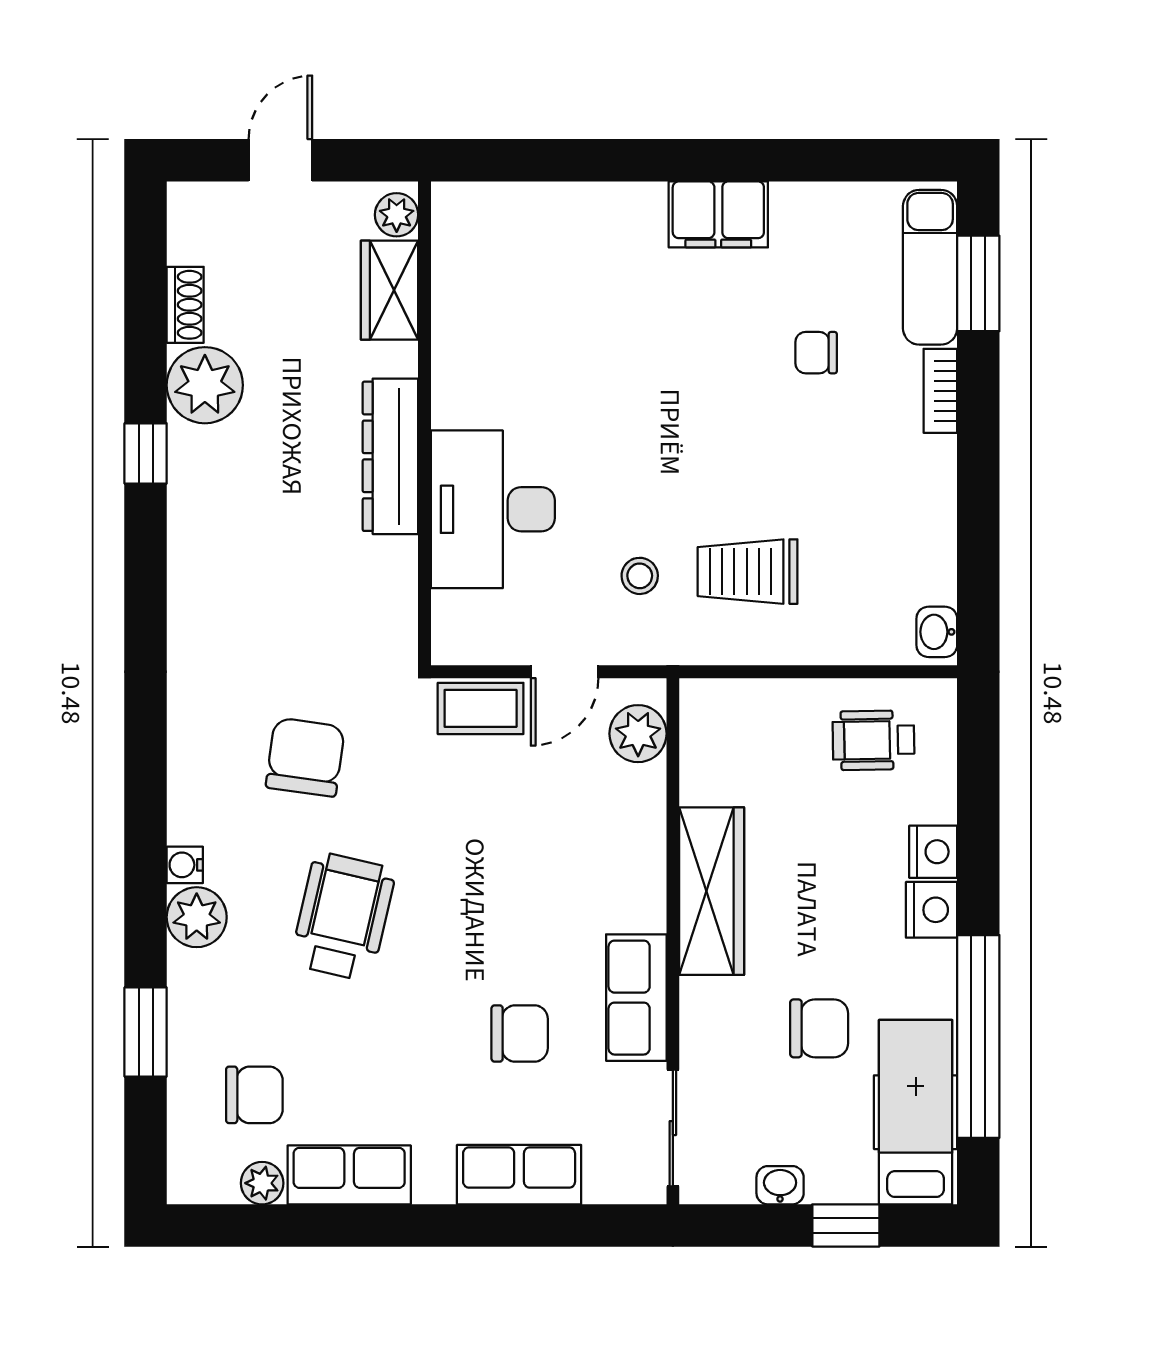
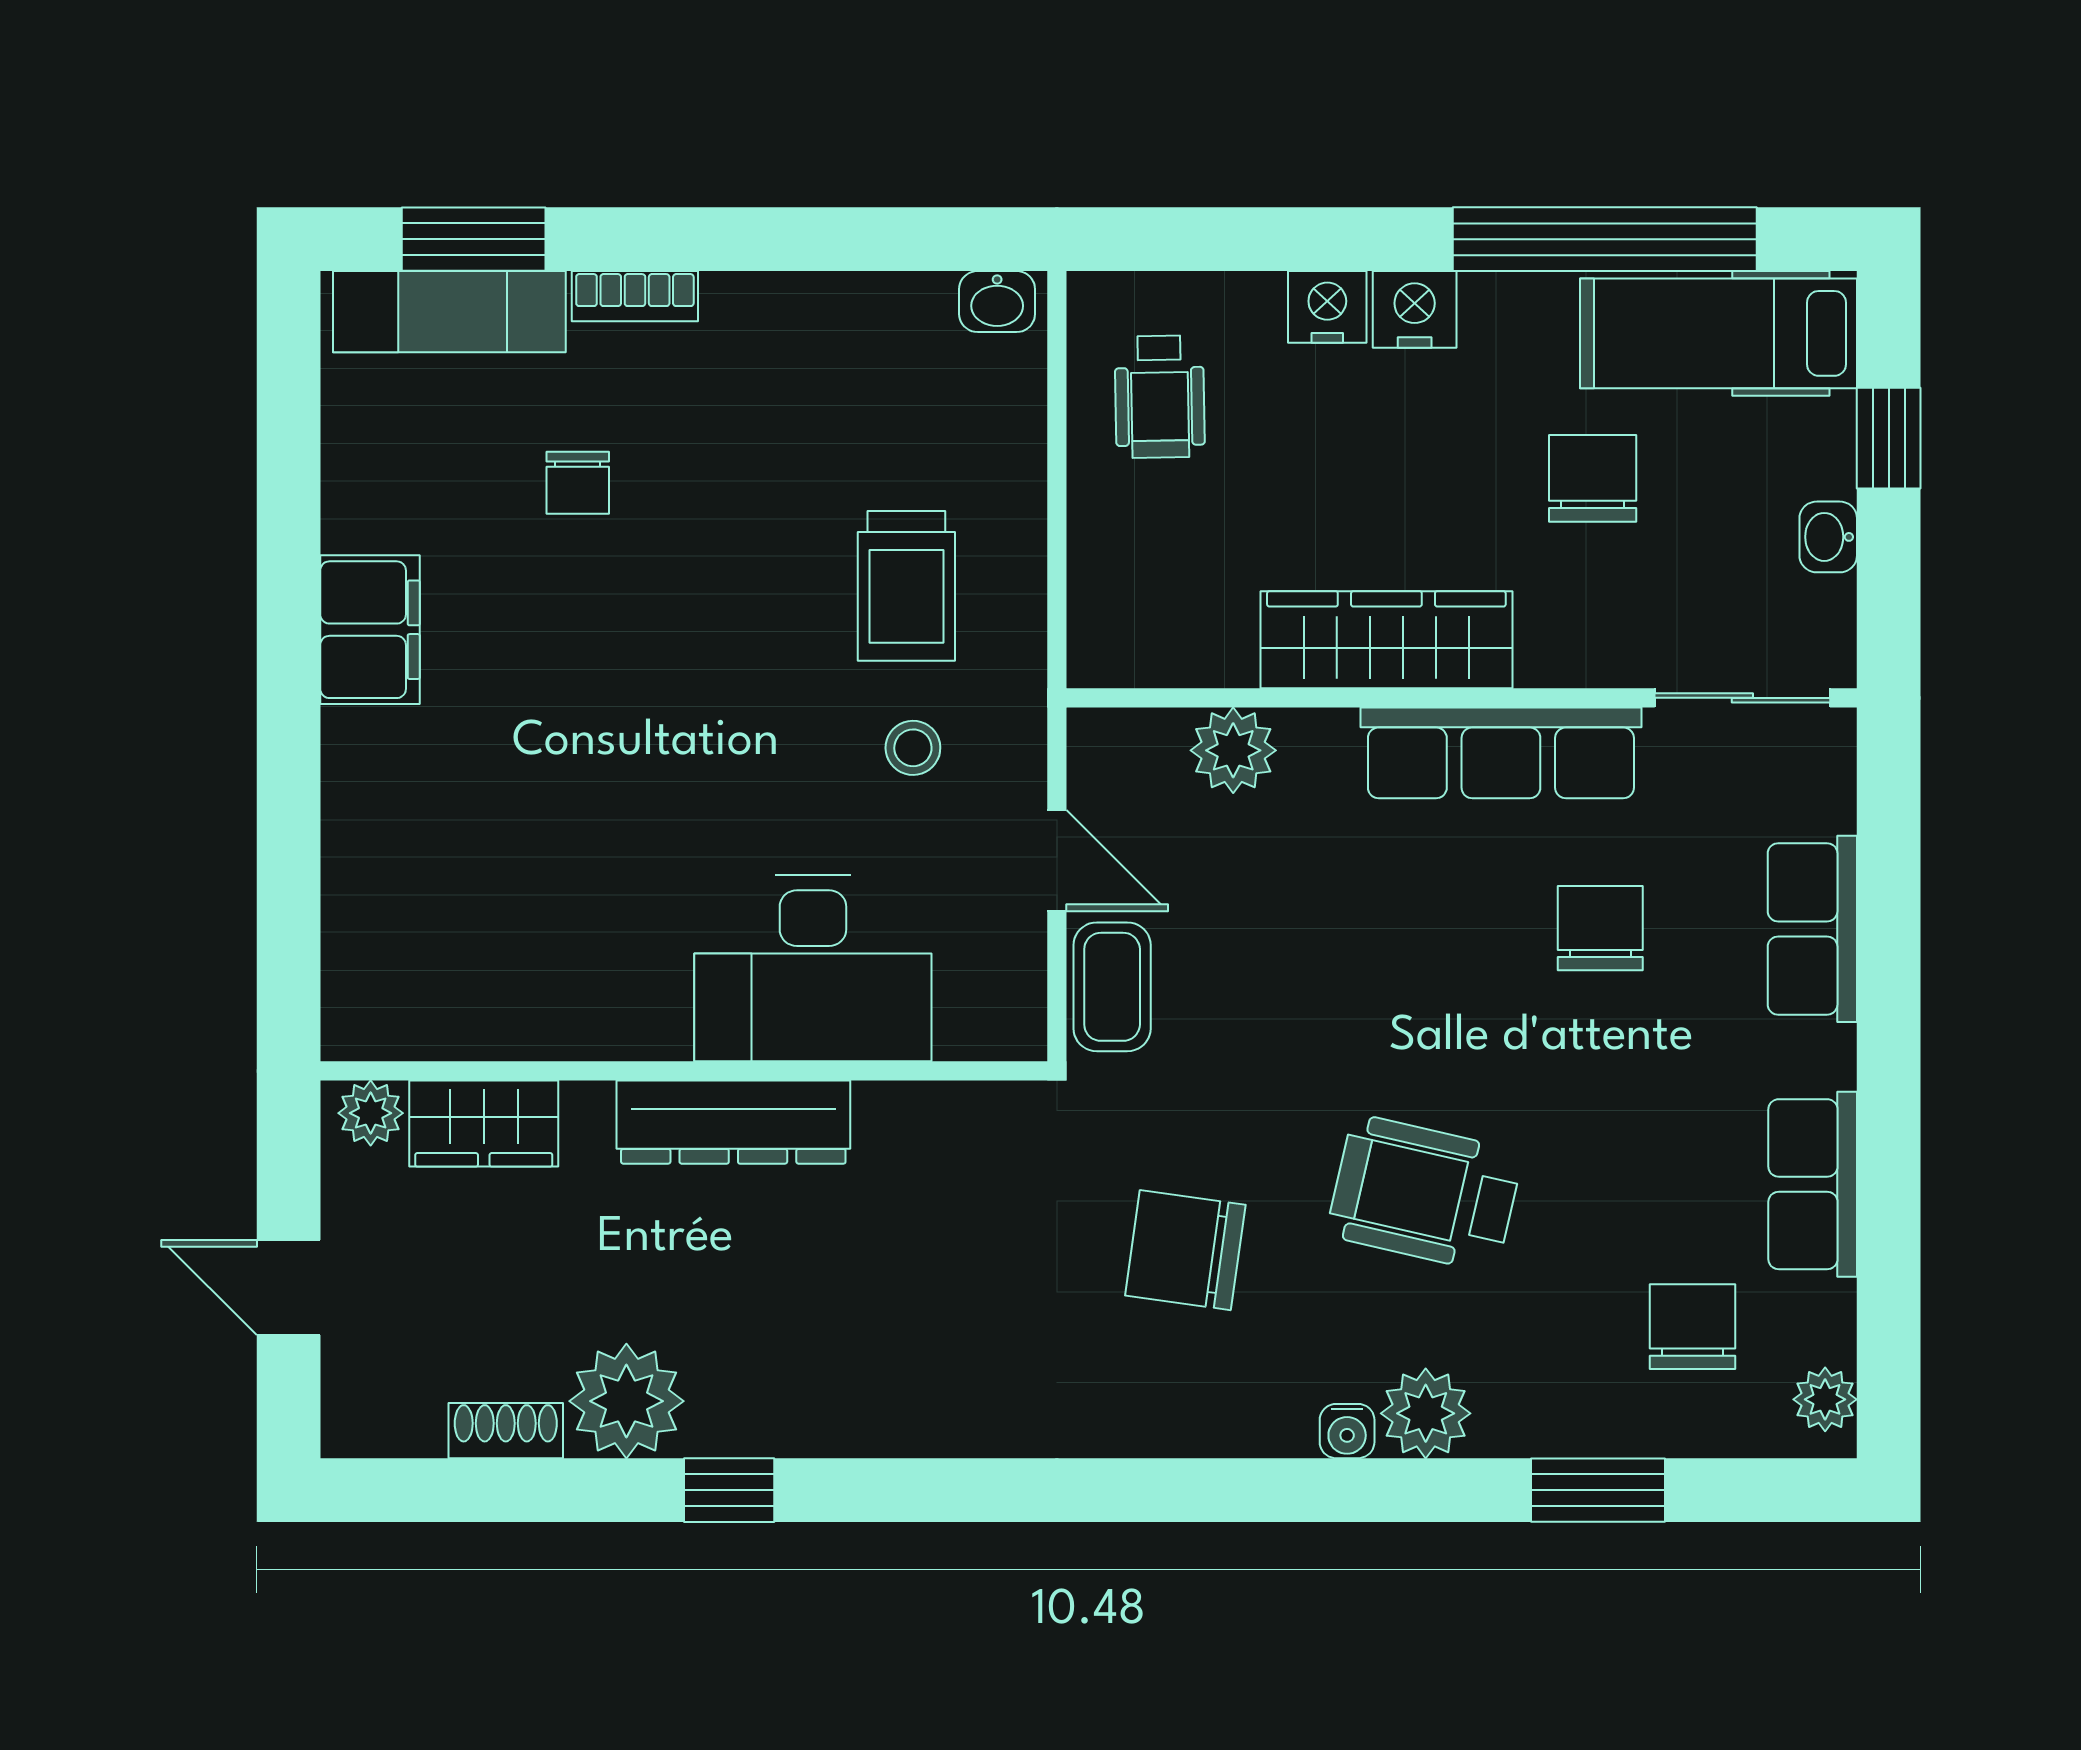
plant: (638, 734) -> (1233, 750), moved
row of seats: (636, 998) -> (1501, 753), width x1.48
plant: (262, 1183) -> (1825, 1399), moved

